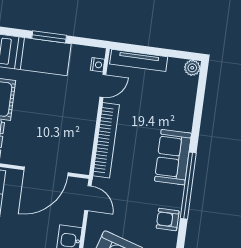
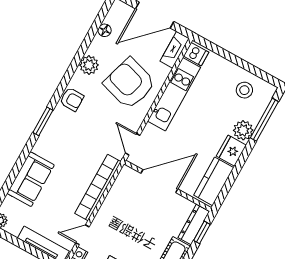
sofa: (173, 157) -> (31, 179), moved
window: (188, 186) -> (43, 121), width x0.47

